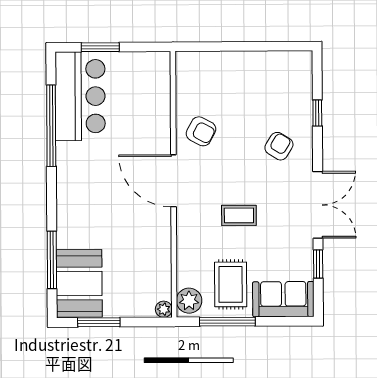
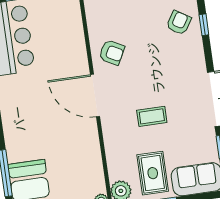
armchair: (279, 146) -> (179, 23), moved

